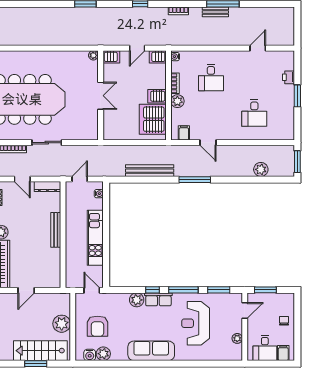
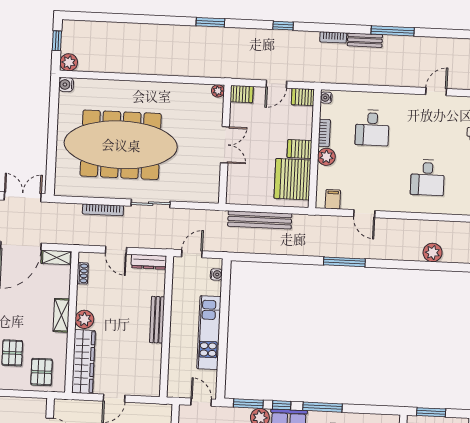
bench: (215, 12) -> (365, 40), moved
bench: (150, 171) -> (260, 220), moved
window: (219, 290) -> (248, 404), moved

